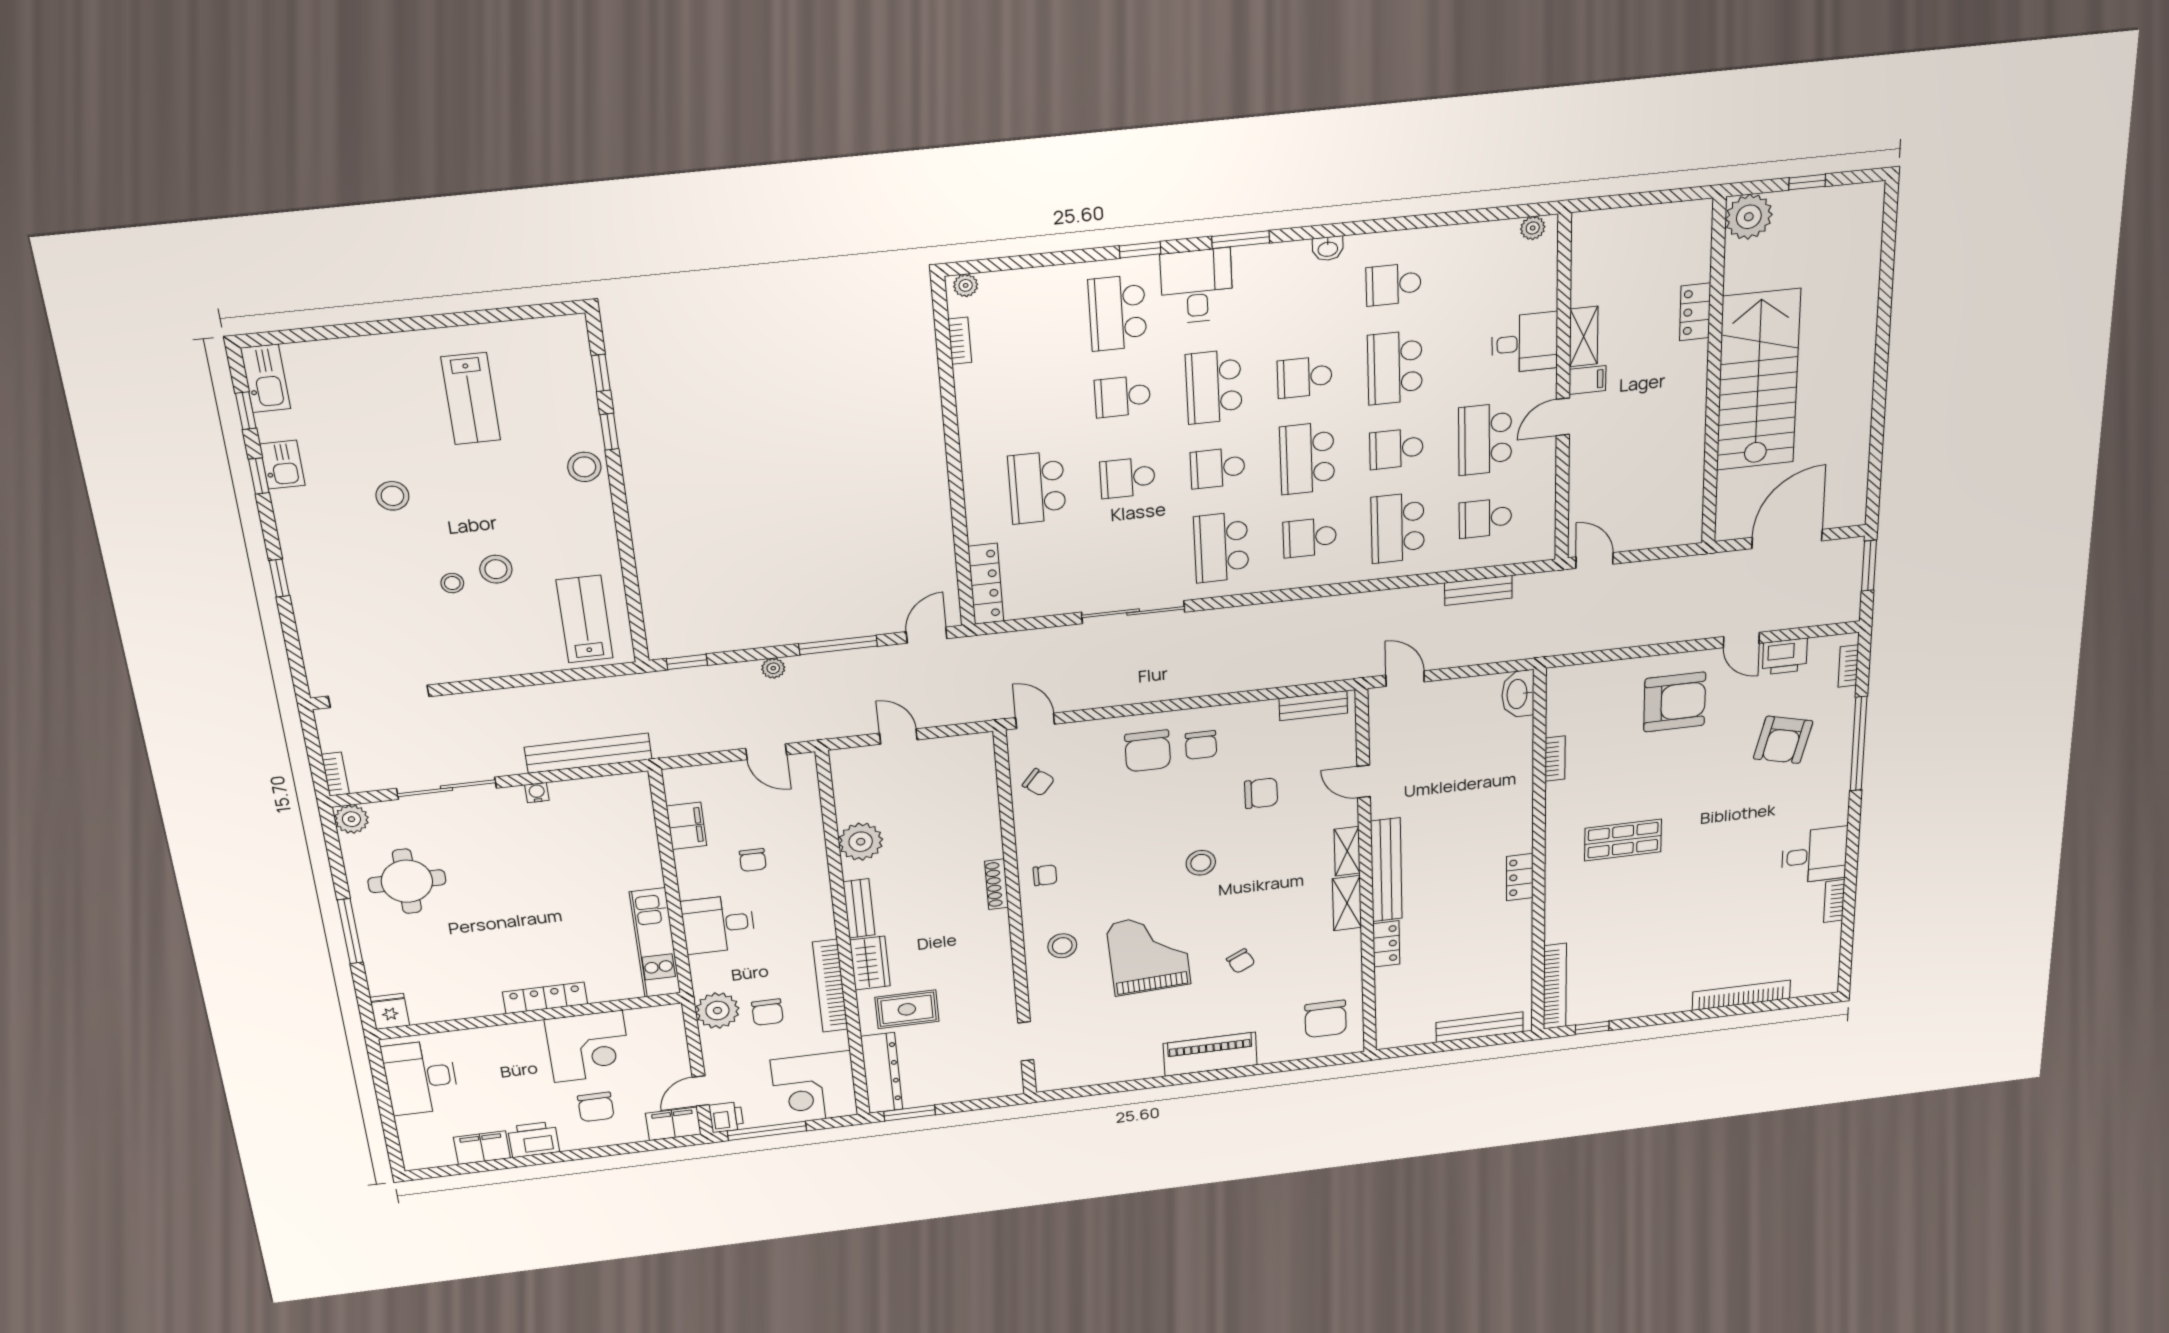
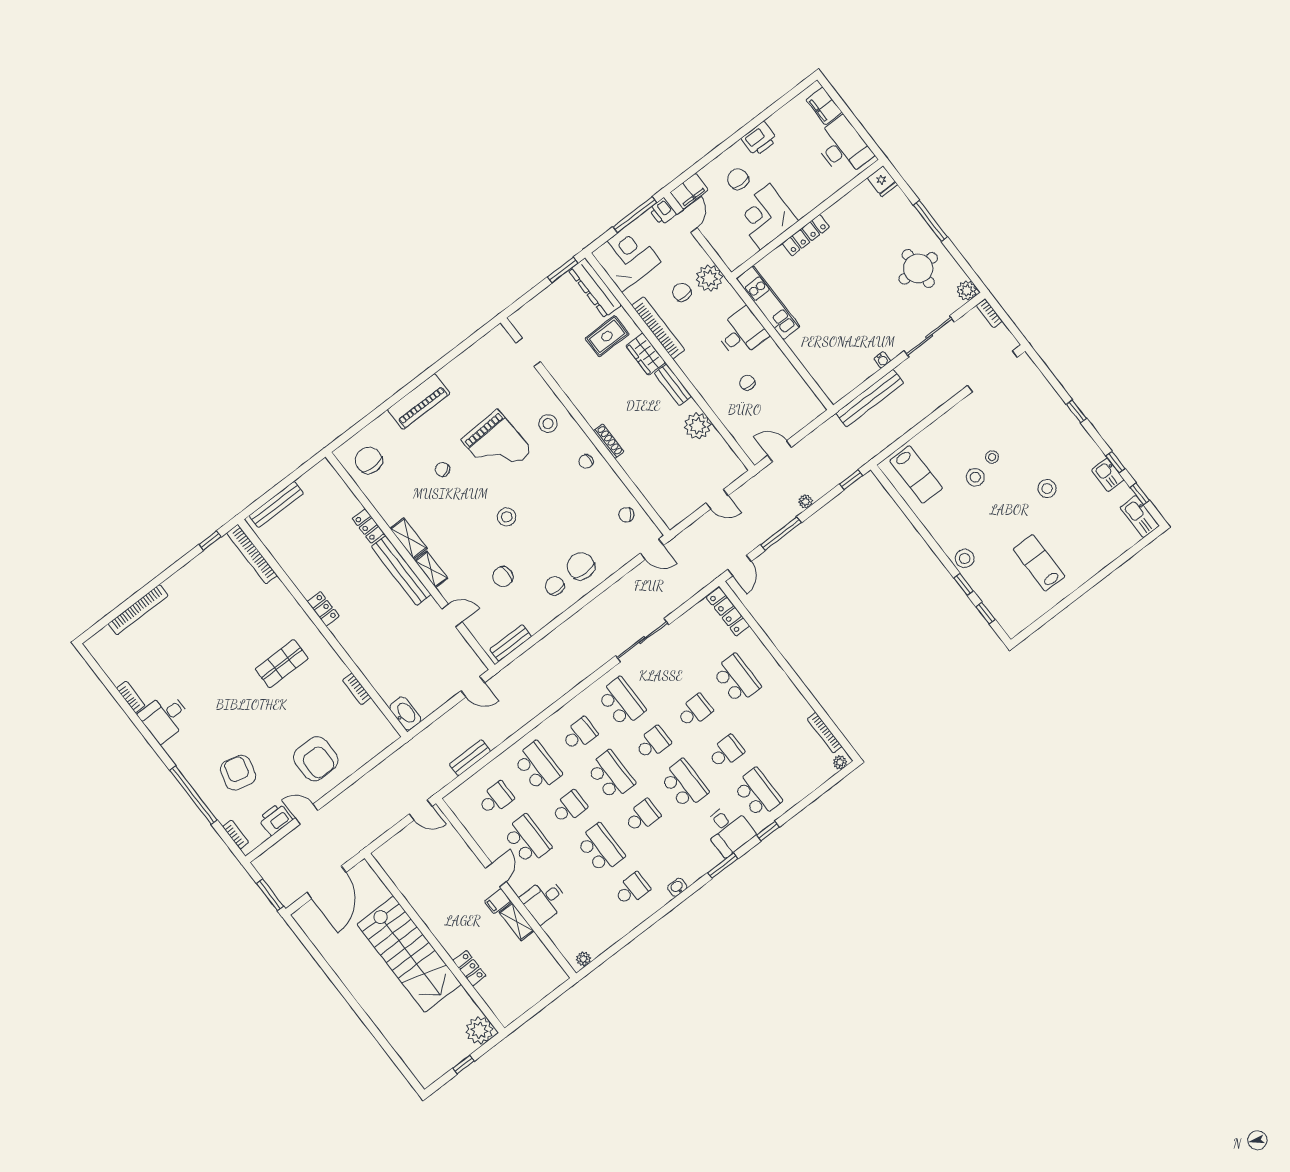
bookcase: (960, 341) -> (825, 733), width x1.56
armchair: (1675, 702) -> (316, 759), turned -90
filing cabinet: (686, 826) -> (794, 384), removed
filing cabinet: (482, 1148) -> (824, 106), moved, turned 90

